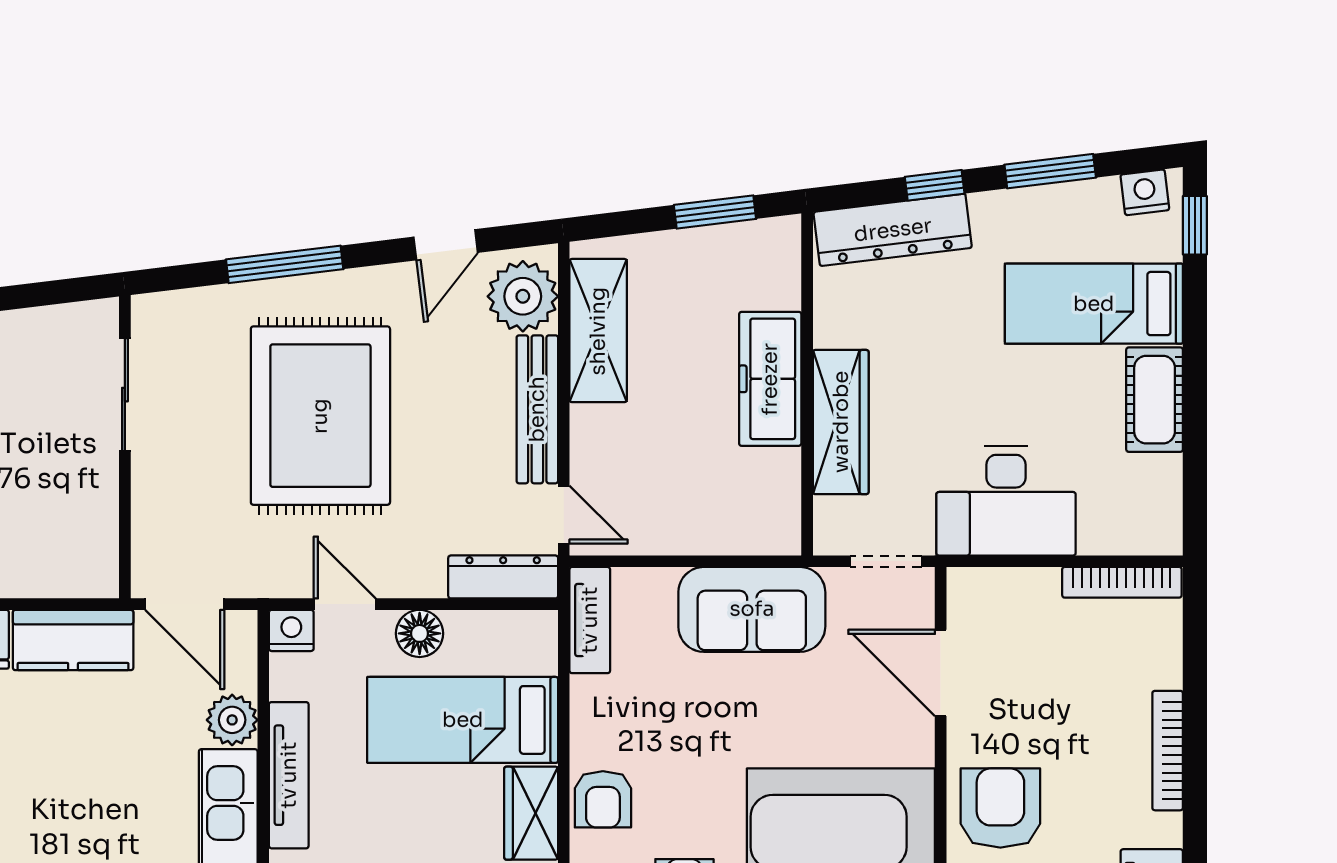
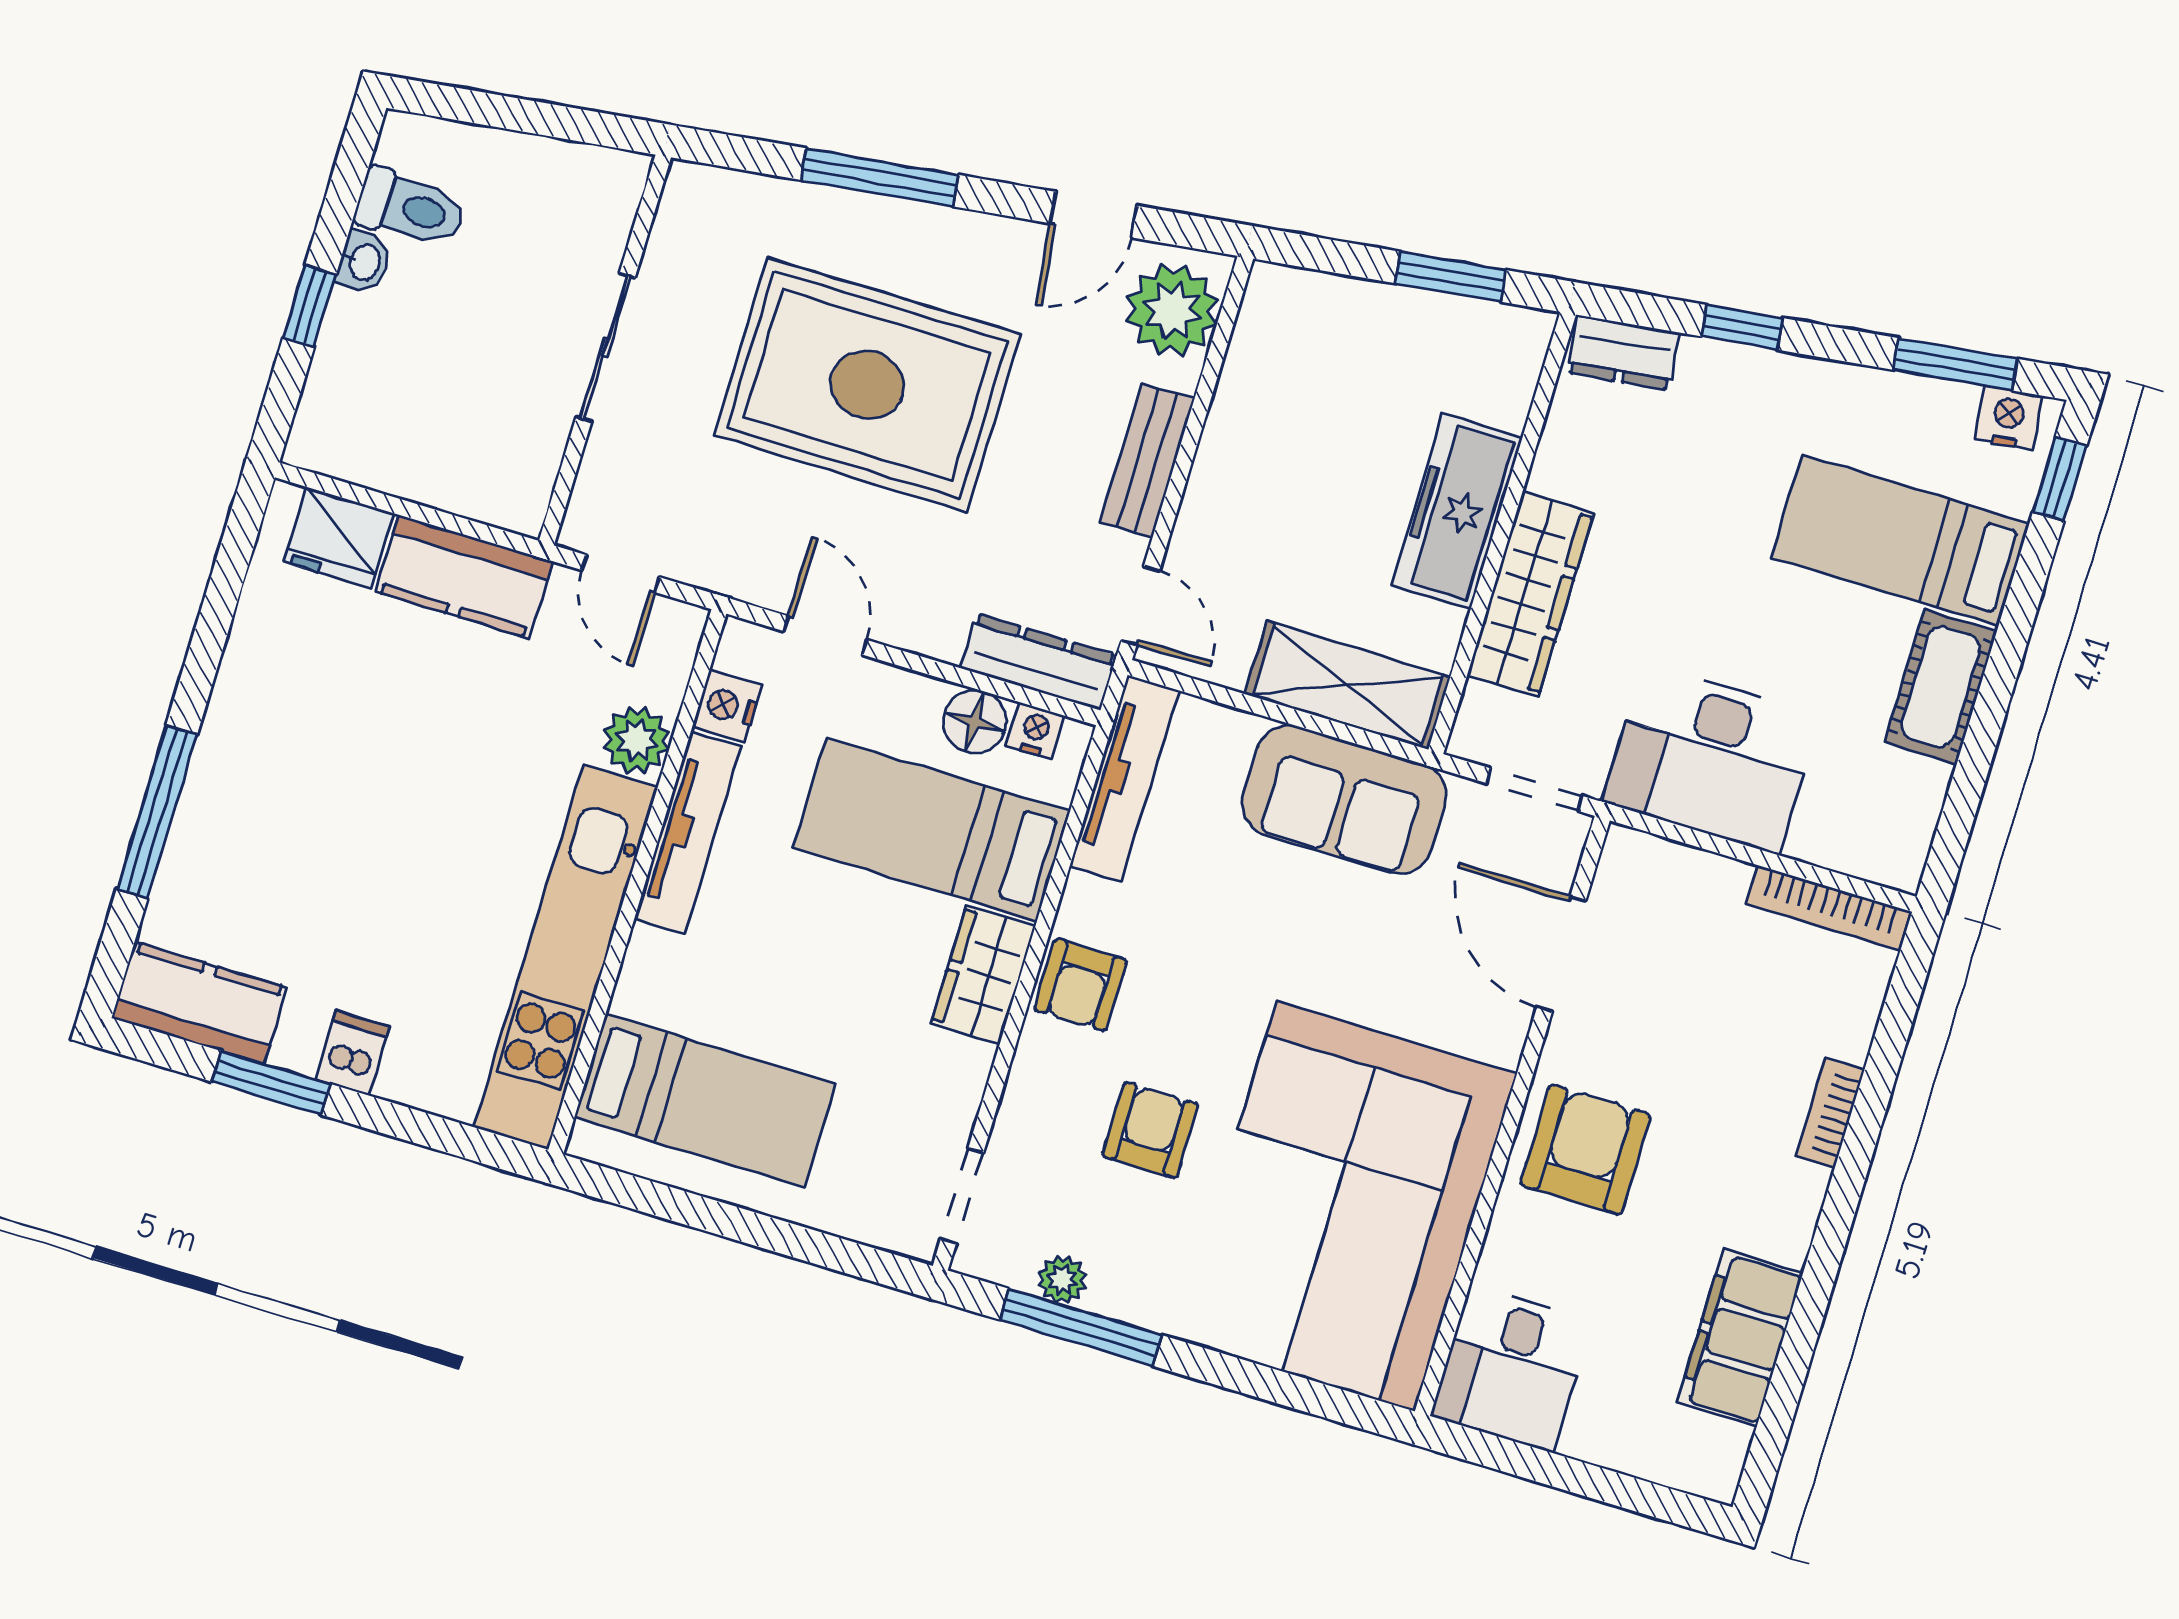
window: (1050, 171) -> (1956, 364), moved
dresser: (893, 230) -> (1623, 353), width x0.51, depth x0.80
shelving: (598, 331) -> (1348, 685), moved, turned 90
sliding door: (125, 395) -> (605, 347), moved
bench: (537, 409) -> (1147, 461), width x0.73
rug: (320, 416) -> (867, 385), turned 90
door: (185, 604) -> (621, 574), width x0.73
tv unit: (590, 620) -> (1124, 778), width x1.41
nightstand: (516, 627) -> (1035, 731), added
nightstand: (291, 630) -> (727, 706), moved, turned -90
floor lamp: (420, 633) -> (975, 721), moved
bookcase: (1168, 751) -> (1830, 1113), width x0.64

